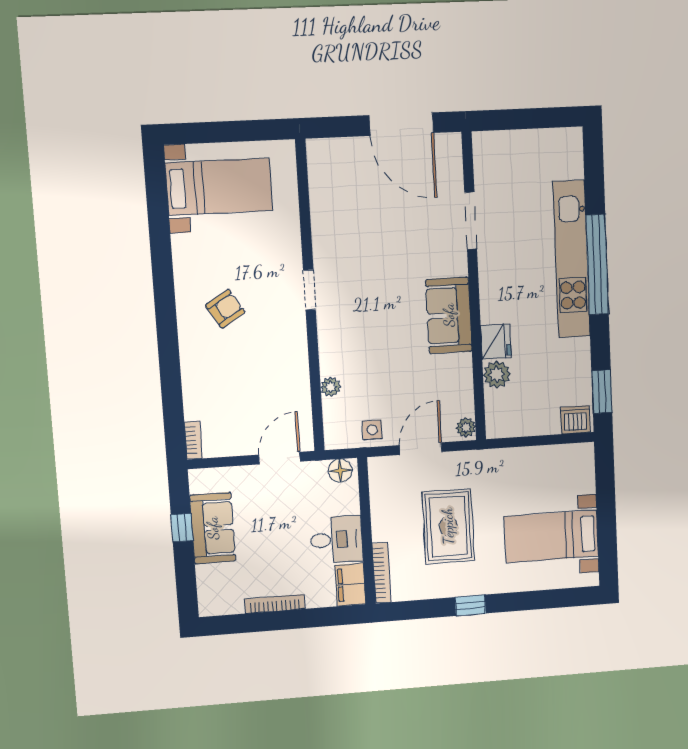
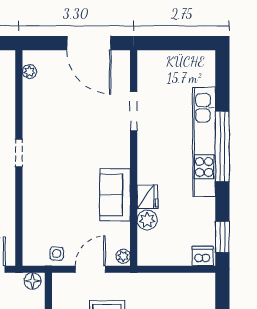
sofa: (449, 315) -> (115, 195), moved
plant: (331, 387) -> (29, 72), moved

